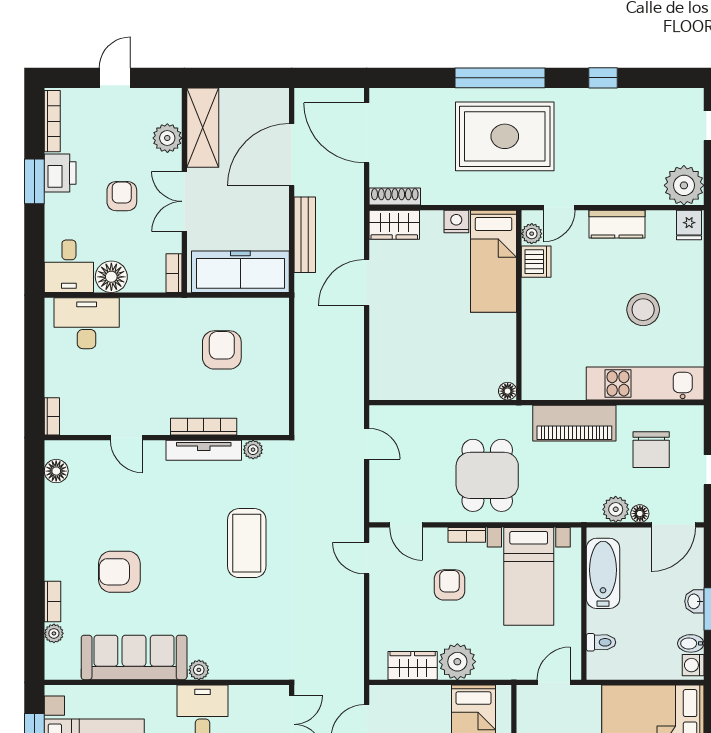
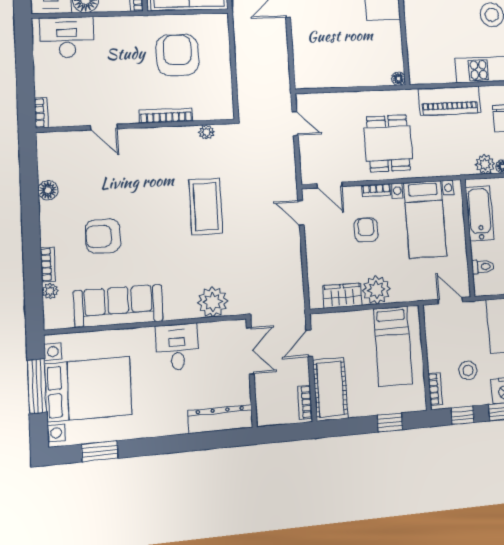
armchair: (222, 350) -> (177, 55), width x1.36, depth x1.36
tv unit: (204, 450) -> (167, 134), removed
floor lamp: (56, 471) -> (48, 190), moved
plant: (199, 670) -> (213, 302), moved, width x1.88, depth x1.88
door: (554, 682) -> (450, 301), hinge flipped

